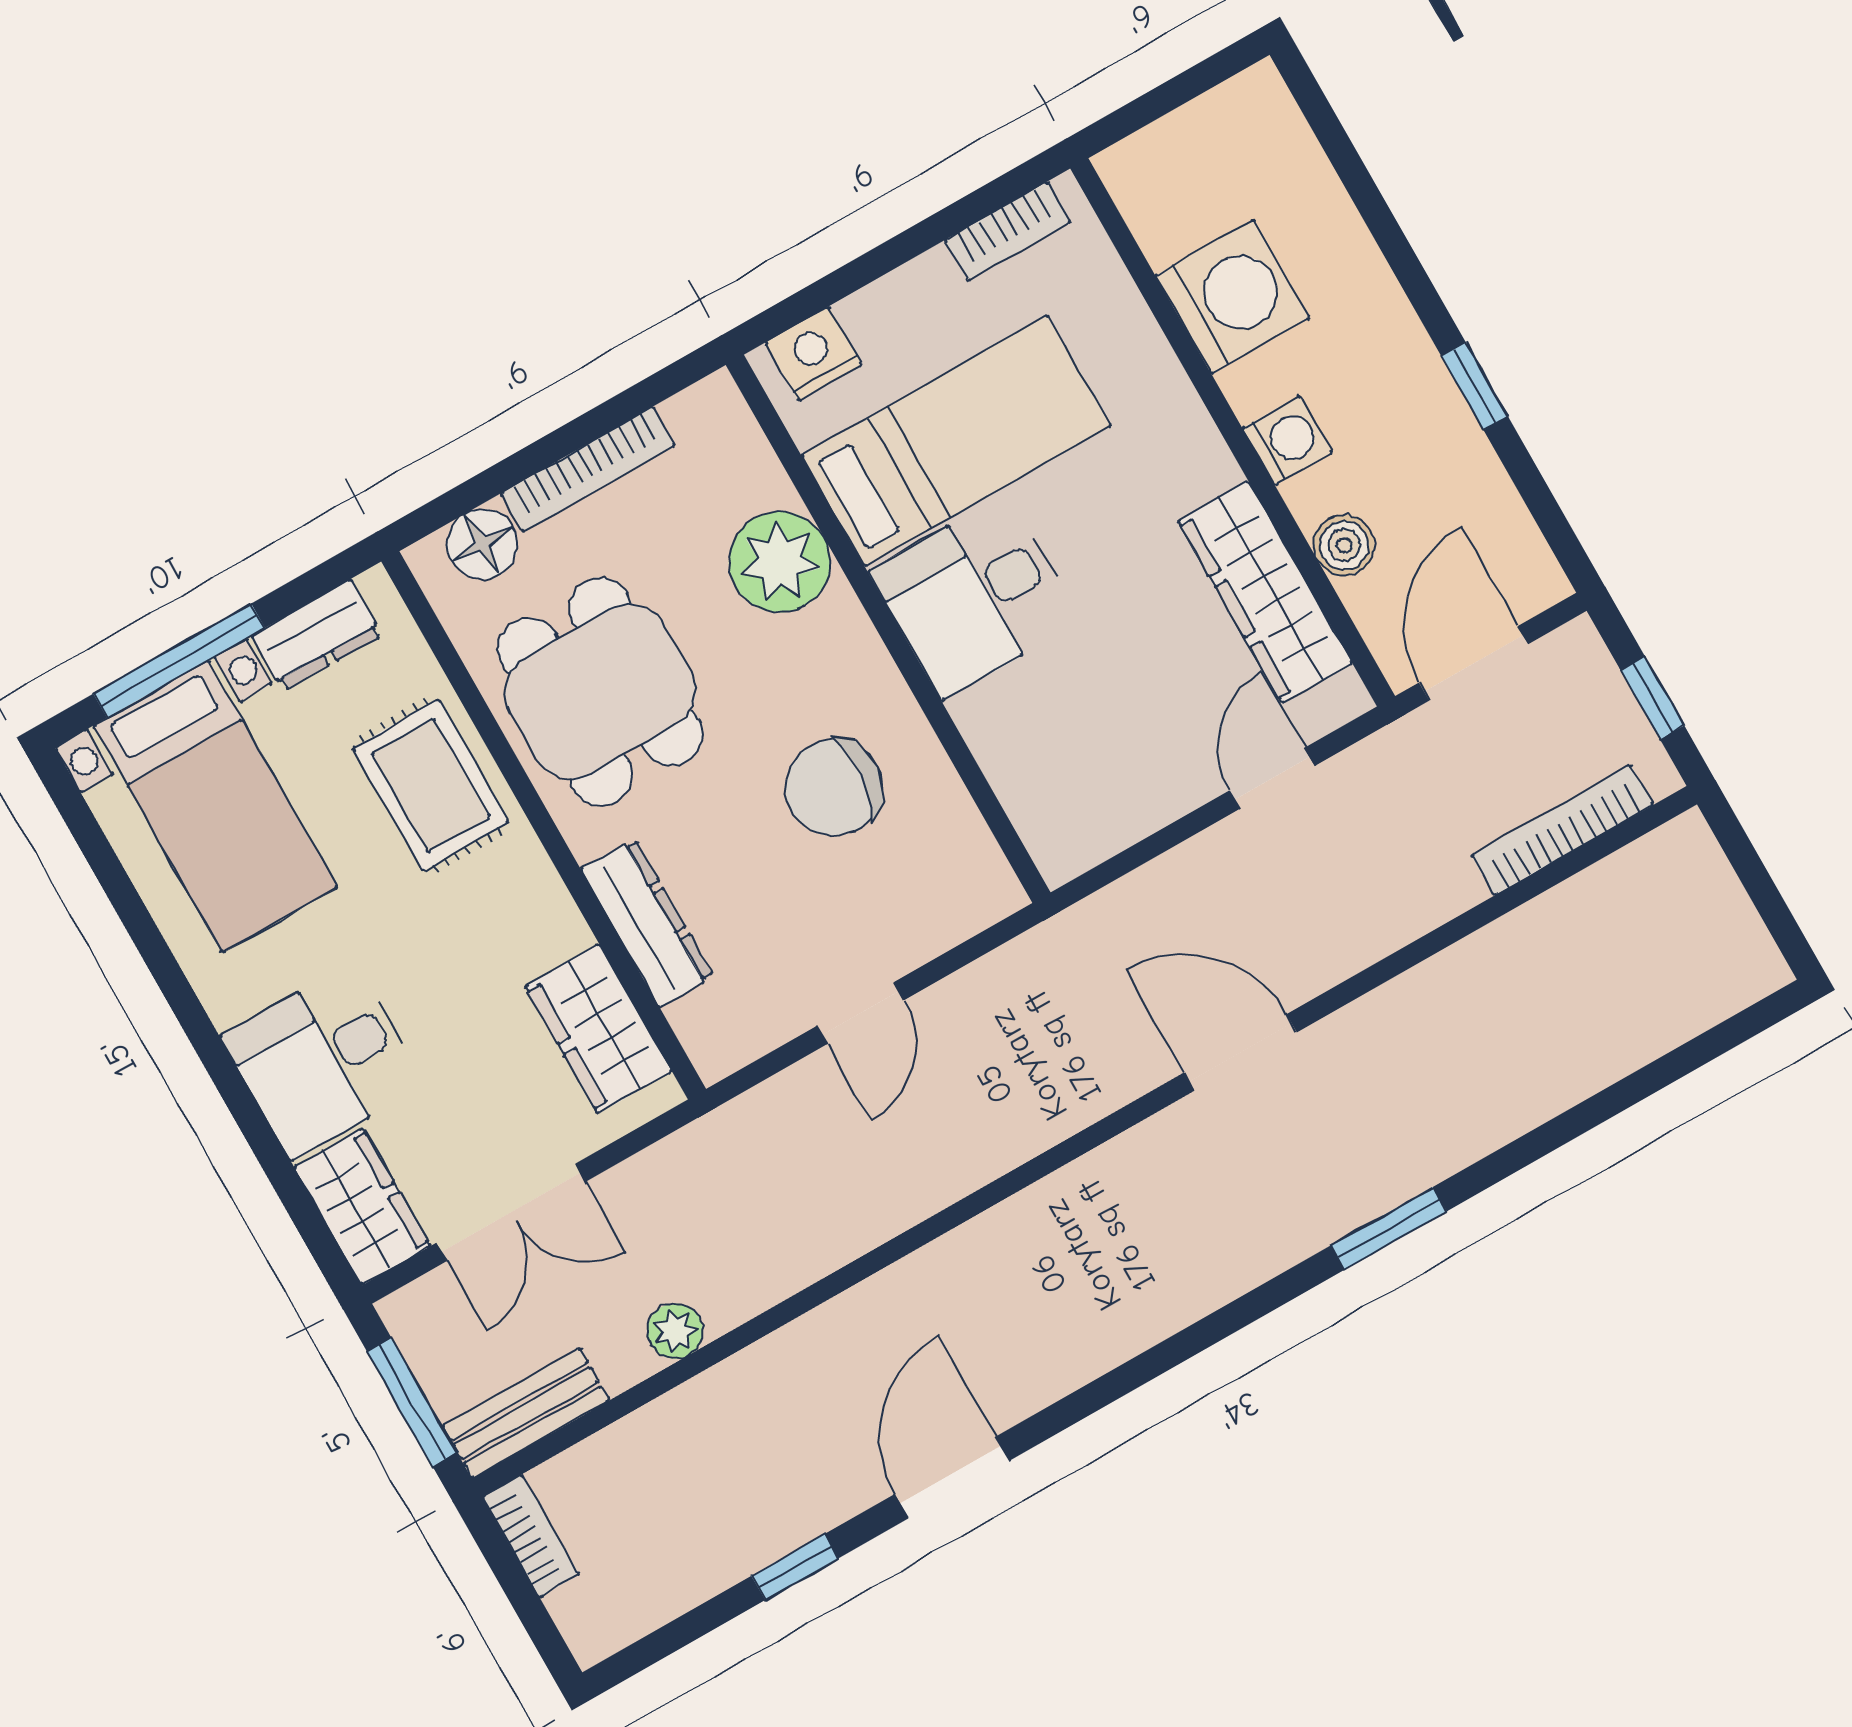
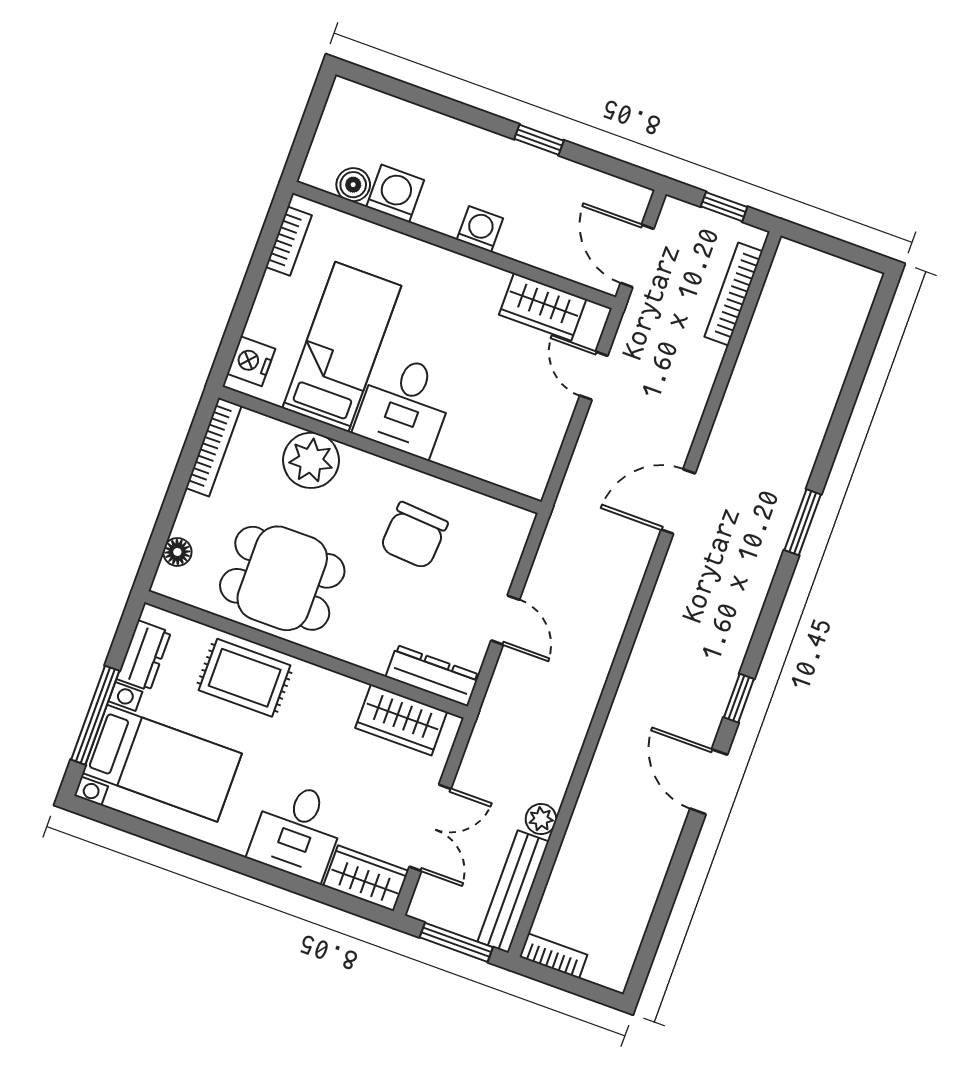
washing machine: (1233, 297) -> (395, 193), width x0.73, depth x0.73
bookcase: (588, 469) -> (214, 447), moved
floor lamp: (482, 544) -> (177, 552), width x0.73, depth x0.73
boiler: (1344, 545) -> (353, 185), moved
wardrobe: (1265, 592) -> (543, 307), width x0.67
dresser: (647, 923) -> (432, 676), moved
bench: (526, 1413) -> (513, 892), width x1.36
window: (795, 1567) -> (739, 698), moved

